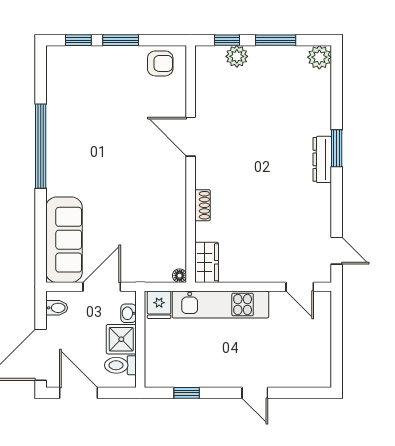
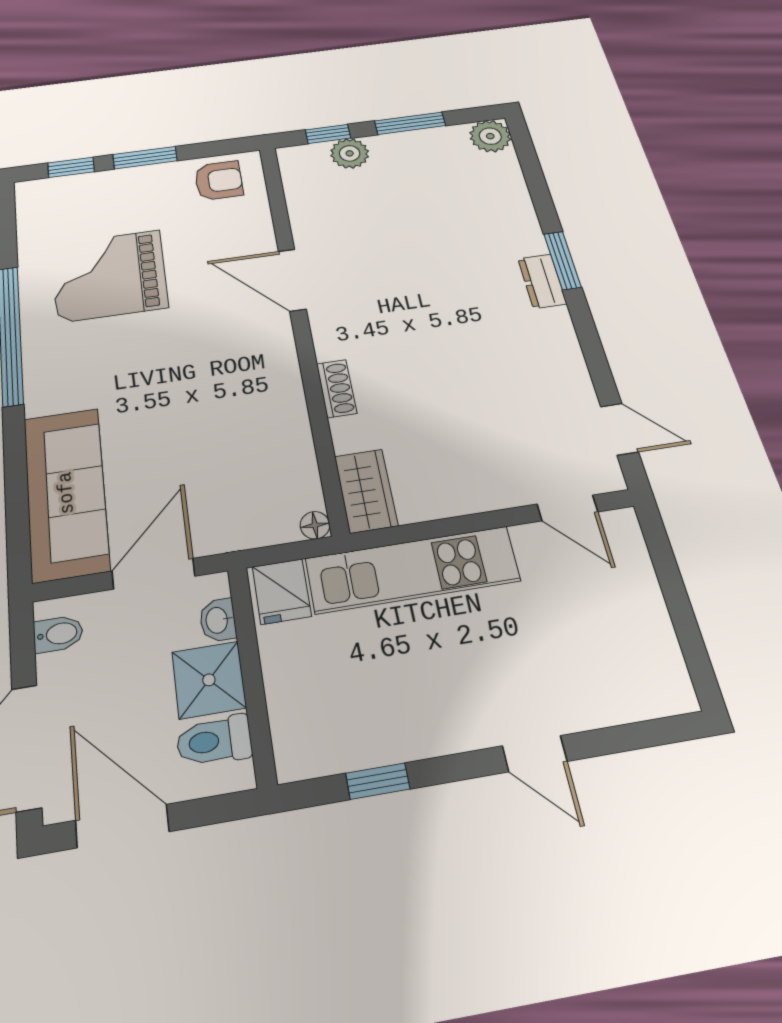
grand piano: (94, 118) -> (109, 276), added
dresser: (322, 159) -> (542, 281), width x0.70

